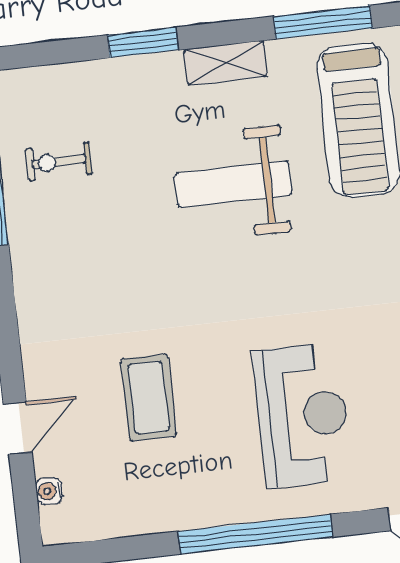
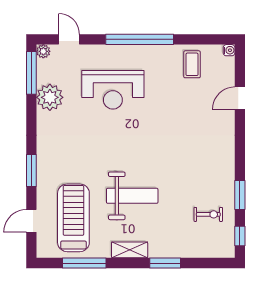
coffee table: (149, 398) -> (192, 64), moved, width x0.73, depth x0.77
reception desk: (302, 415) -> (113, 90), turned -90
water cooler: (49, 491) -> (229, 50), moved

